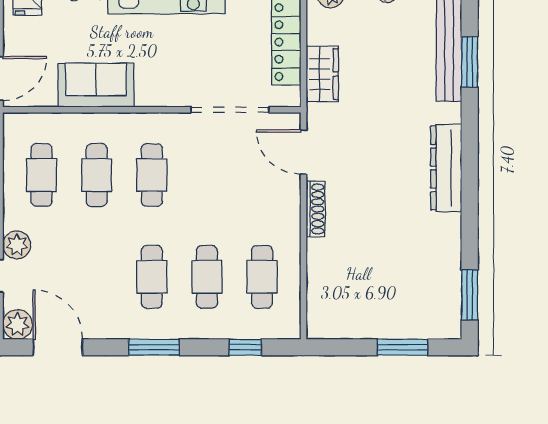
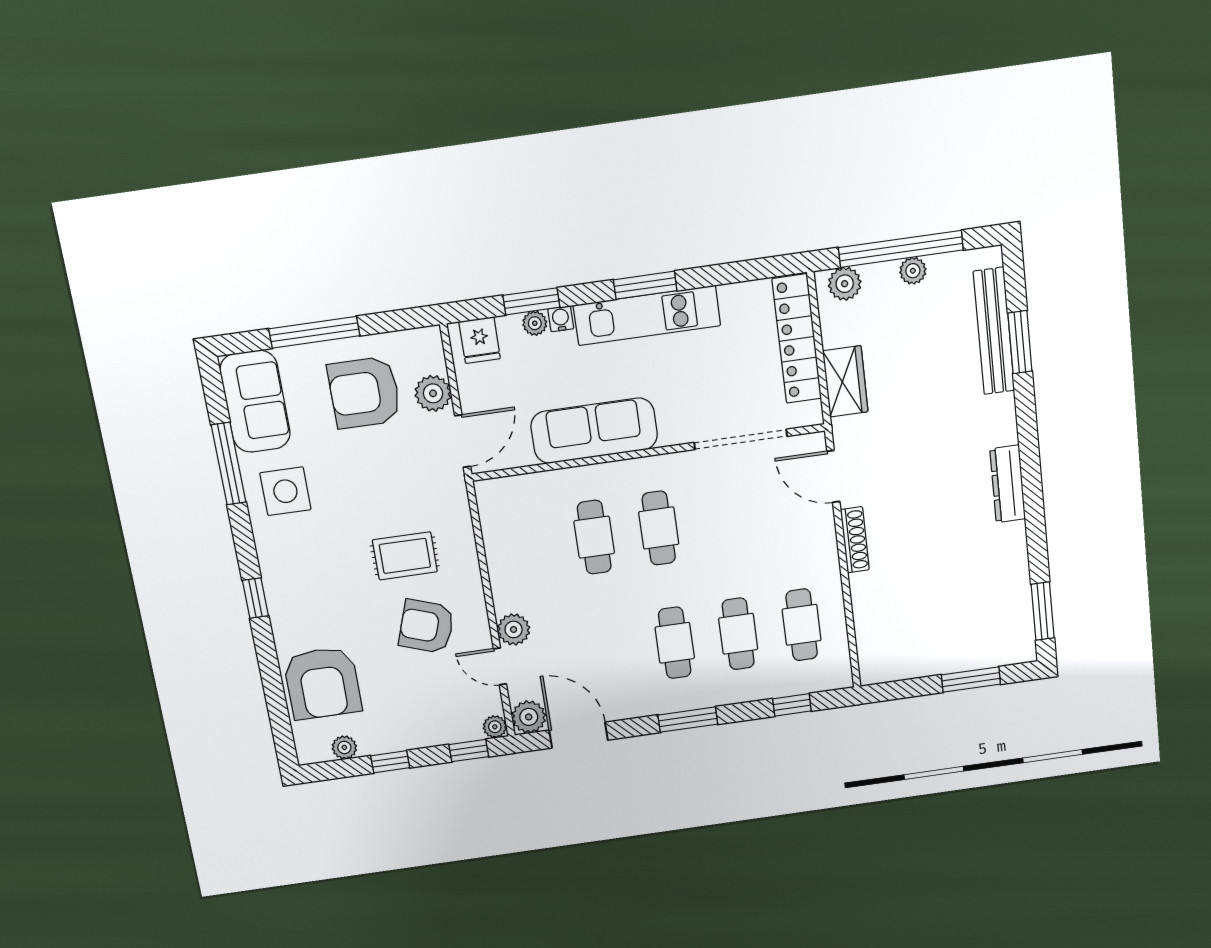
sofa: (96, 85) -> (594, 431), width x1.36
dresser: (446, 168) -> (1008, 484), width x0.73, depth x0.80
cafe table: (42, 175) -> (530, 546), removed

